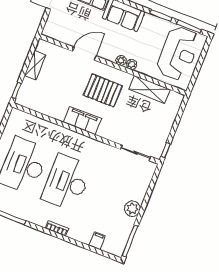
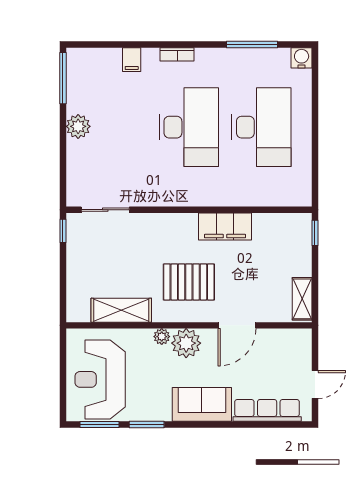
plant: (121, 60) -> (186, 343), width x1.88, depth x1.88
shelving: (35, 65) -> (302, 299), moved
filing cabinet: (82, 121) -> (225, 226), moved
filing cabinet: (97, 241) -> (132, 60), moved

